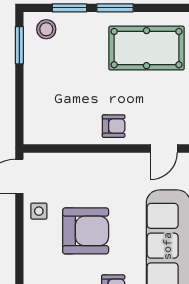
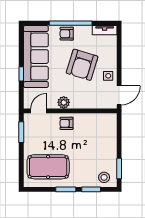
plant: (119, 163) -> (64, 102), added
armchair: (86, 231) -> (82, 65), turned -73

